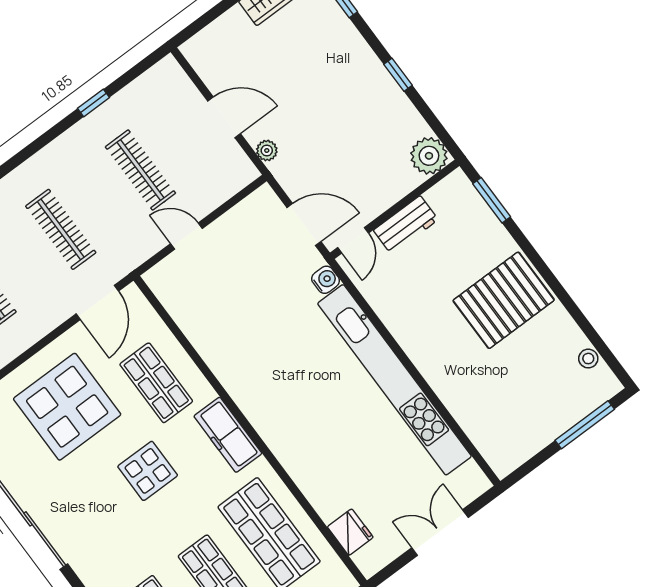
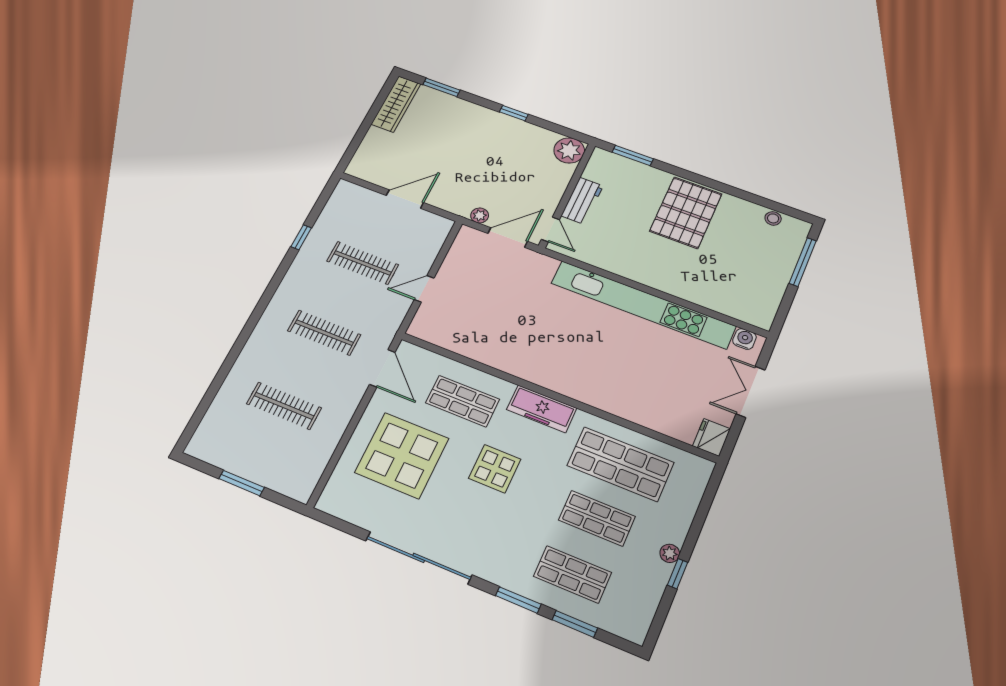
plant: (267, 150) -> (480, 215), moved
water cooler: (326, 280) -> (744, 339), moved
fridge: (350, 532) -> (712, 437), moved, turned -90

